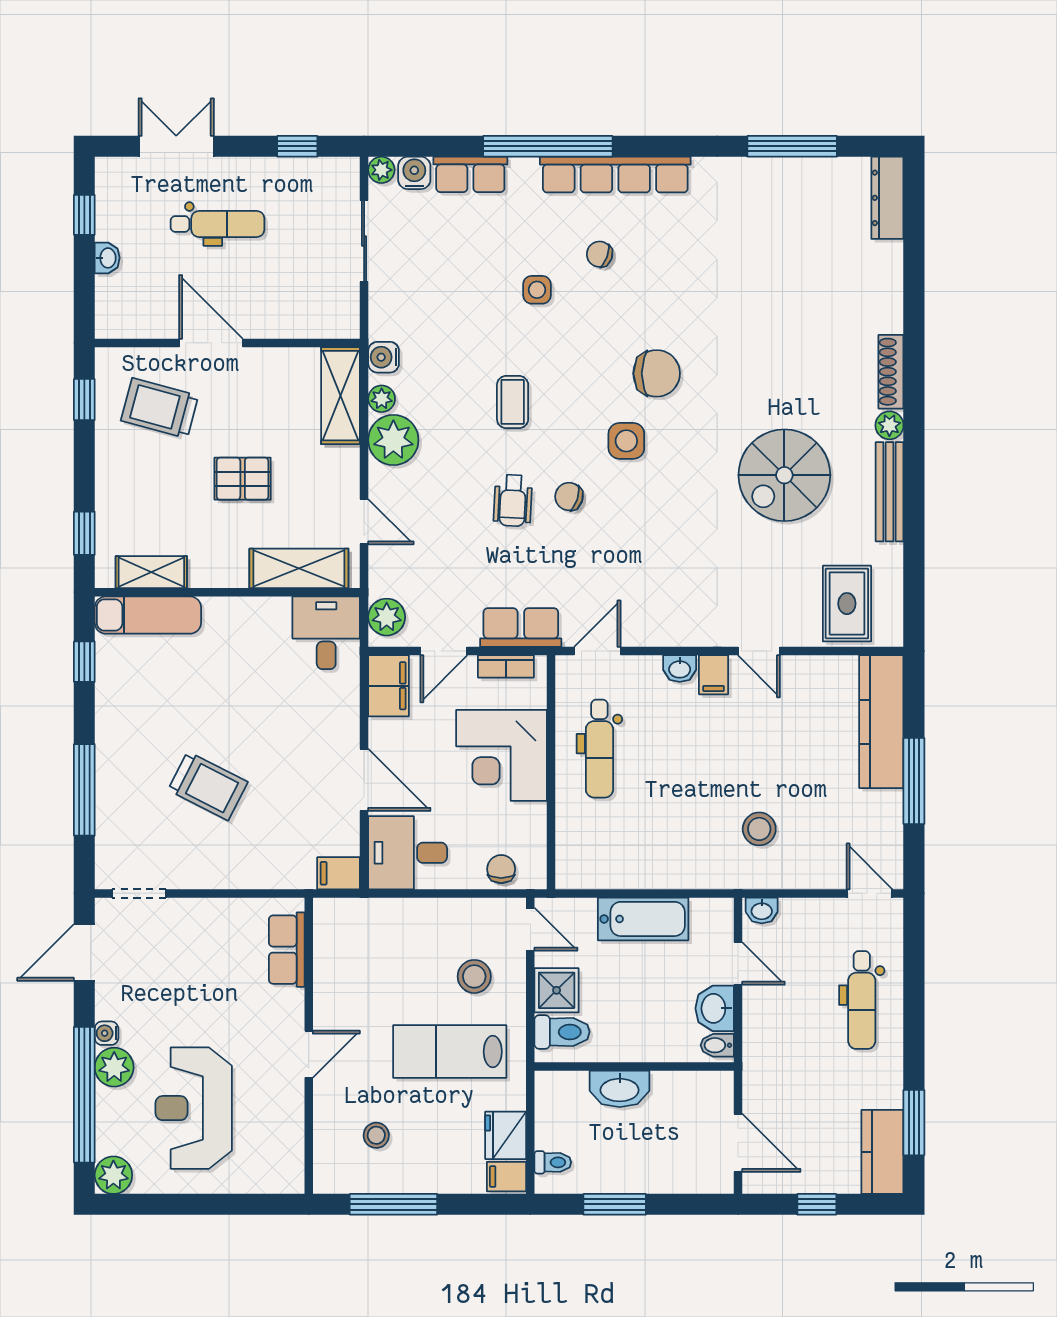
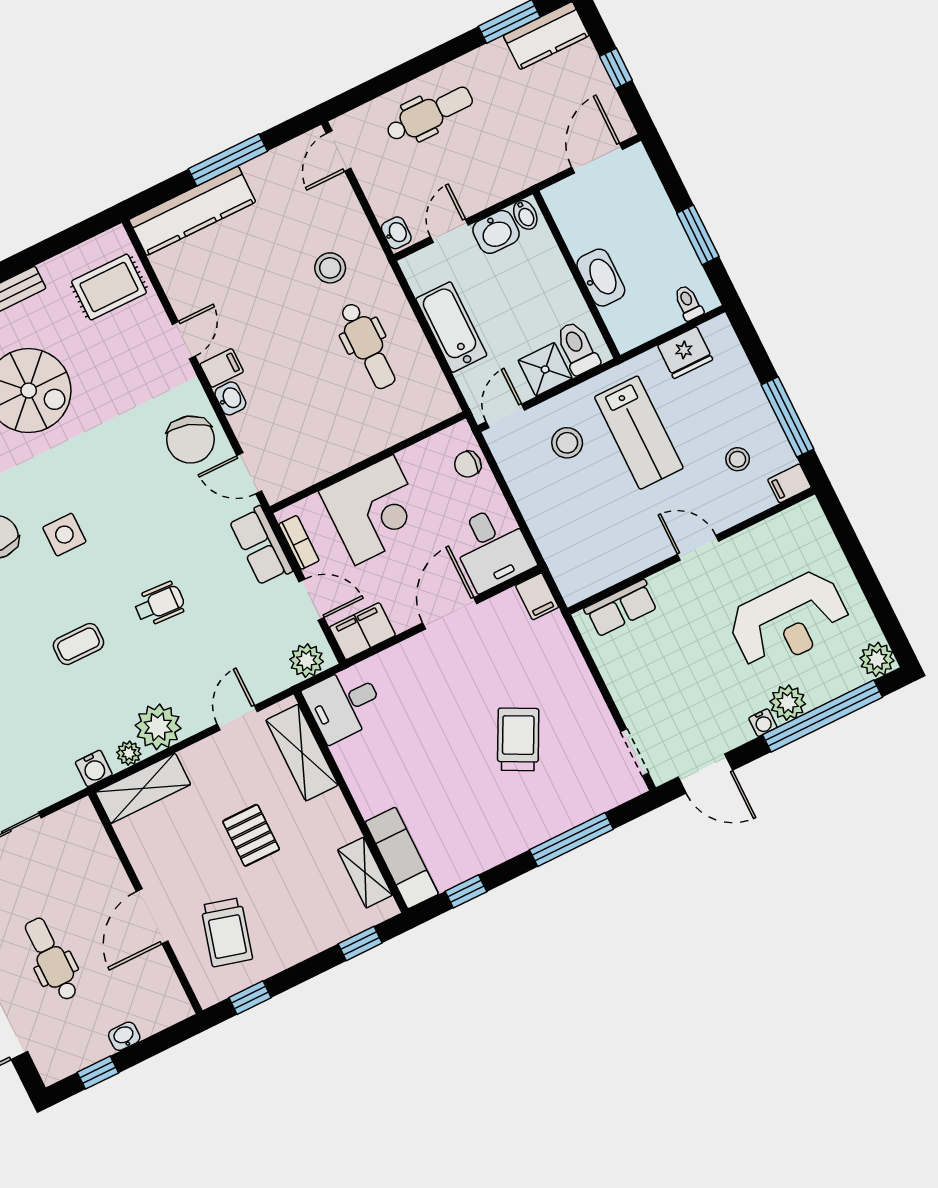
chair: (569, 497) -> (190, 440), moved, width x1.87, depth x1.87
dental chair: (599, 749) -> (368, 346), moved, turned 90
filing cabinet: (506, 1177) -> (789, 483), moved, turned 90

